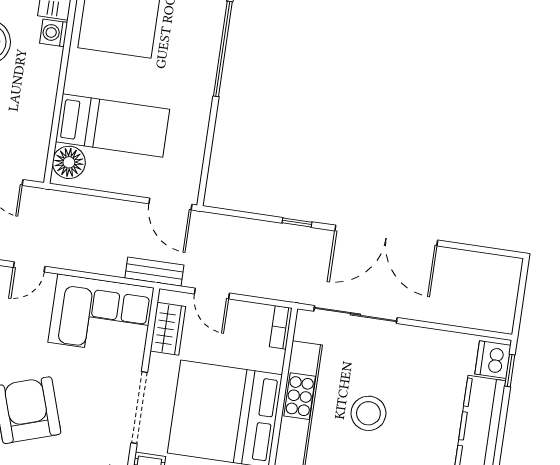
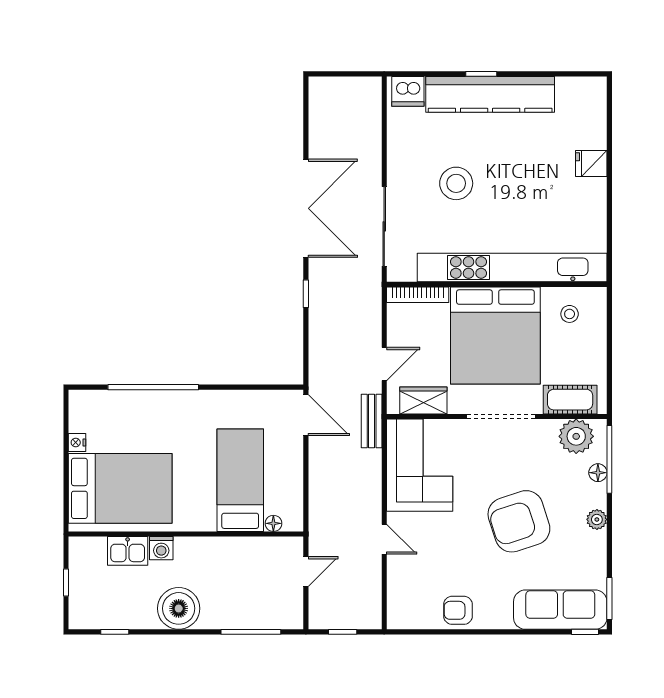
floor lamp: (69, 162) -> (273, 523), width x0.53, depth x0.53
door: (170, 204) -> (306, 415), hinge flipped
bookcase: (281, 327) -> (418, 295), width x1.56
window: (510, 371) -> (481, 74), moved
stool: (368, 413) -> (456, 183), moved

